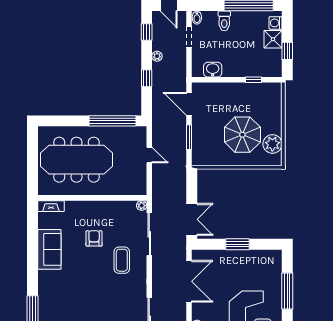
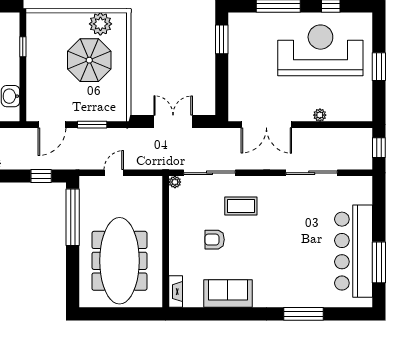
window: (147, 78) -> (41, 176), moved
double door: (192, 219) -> (173, 121), moved
window: (237, 244) -> (222, 39), moved
double door: (189, 281) -> (266, 125), swing flipped

